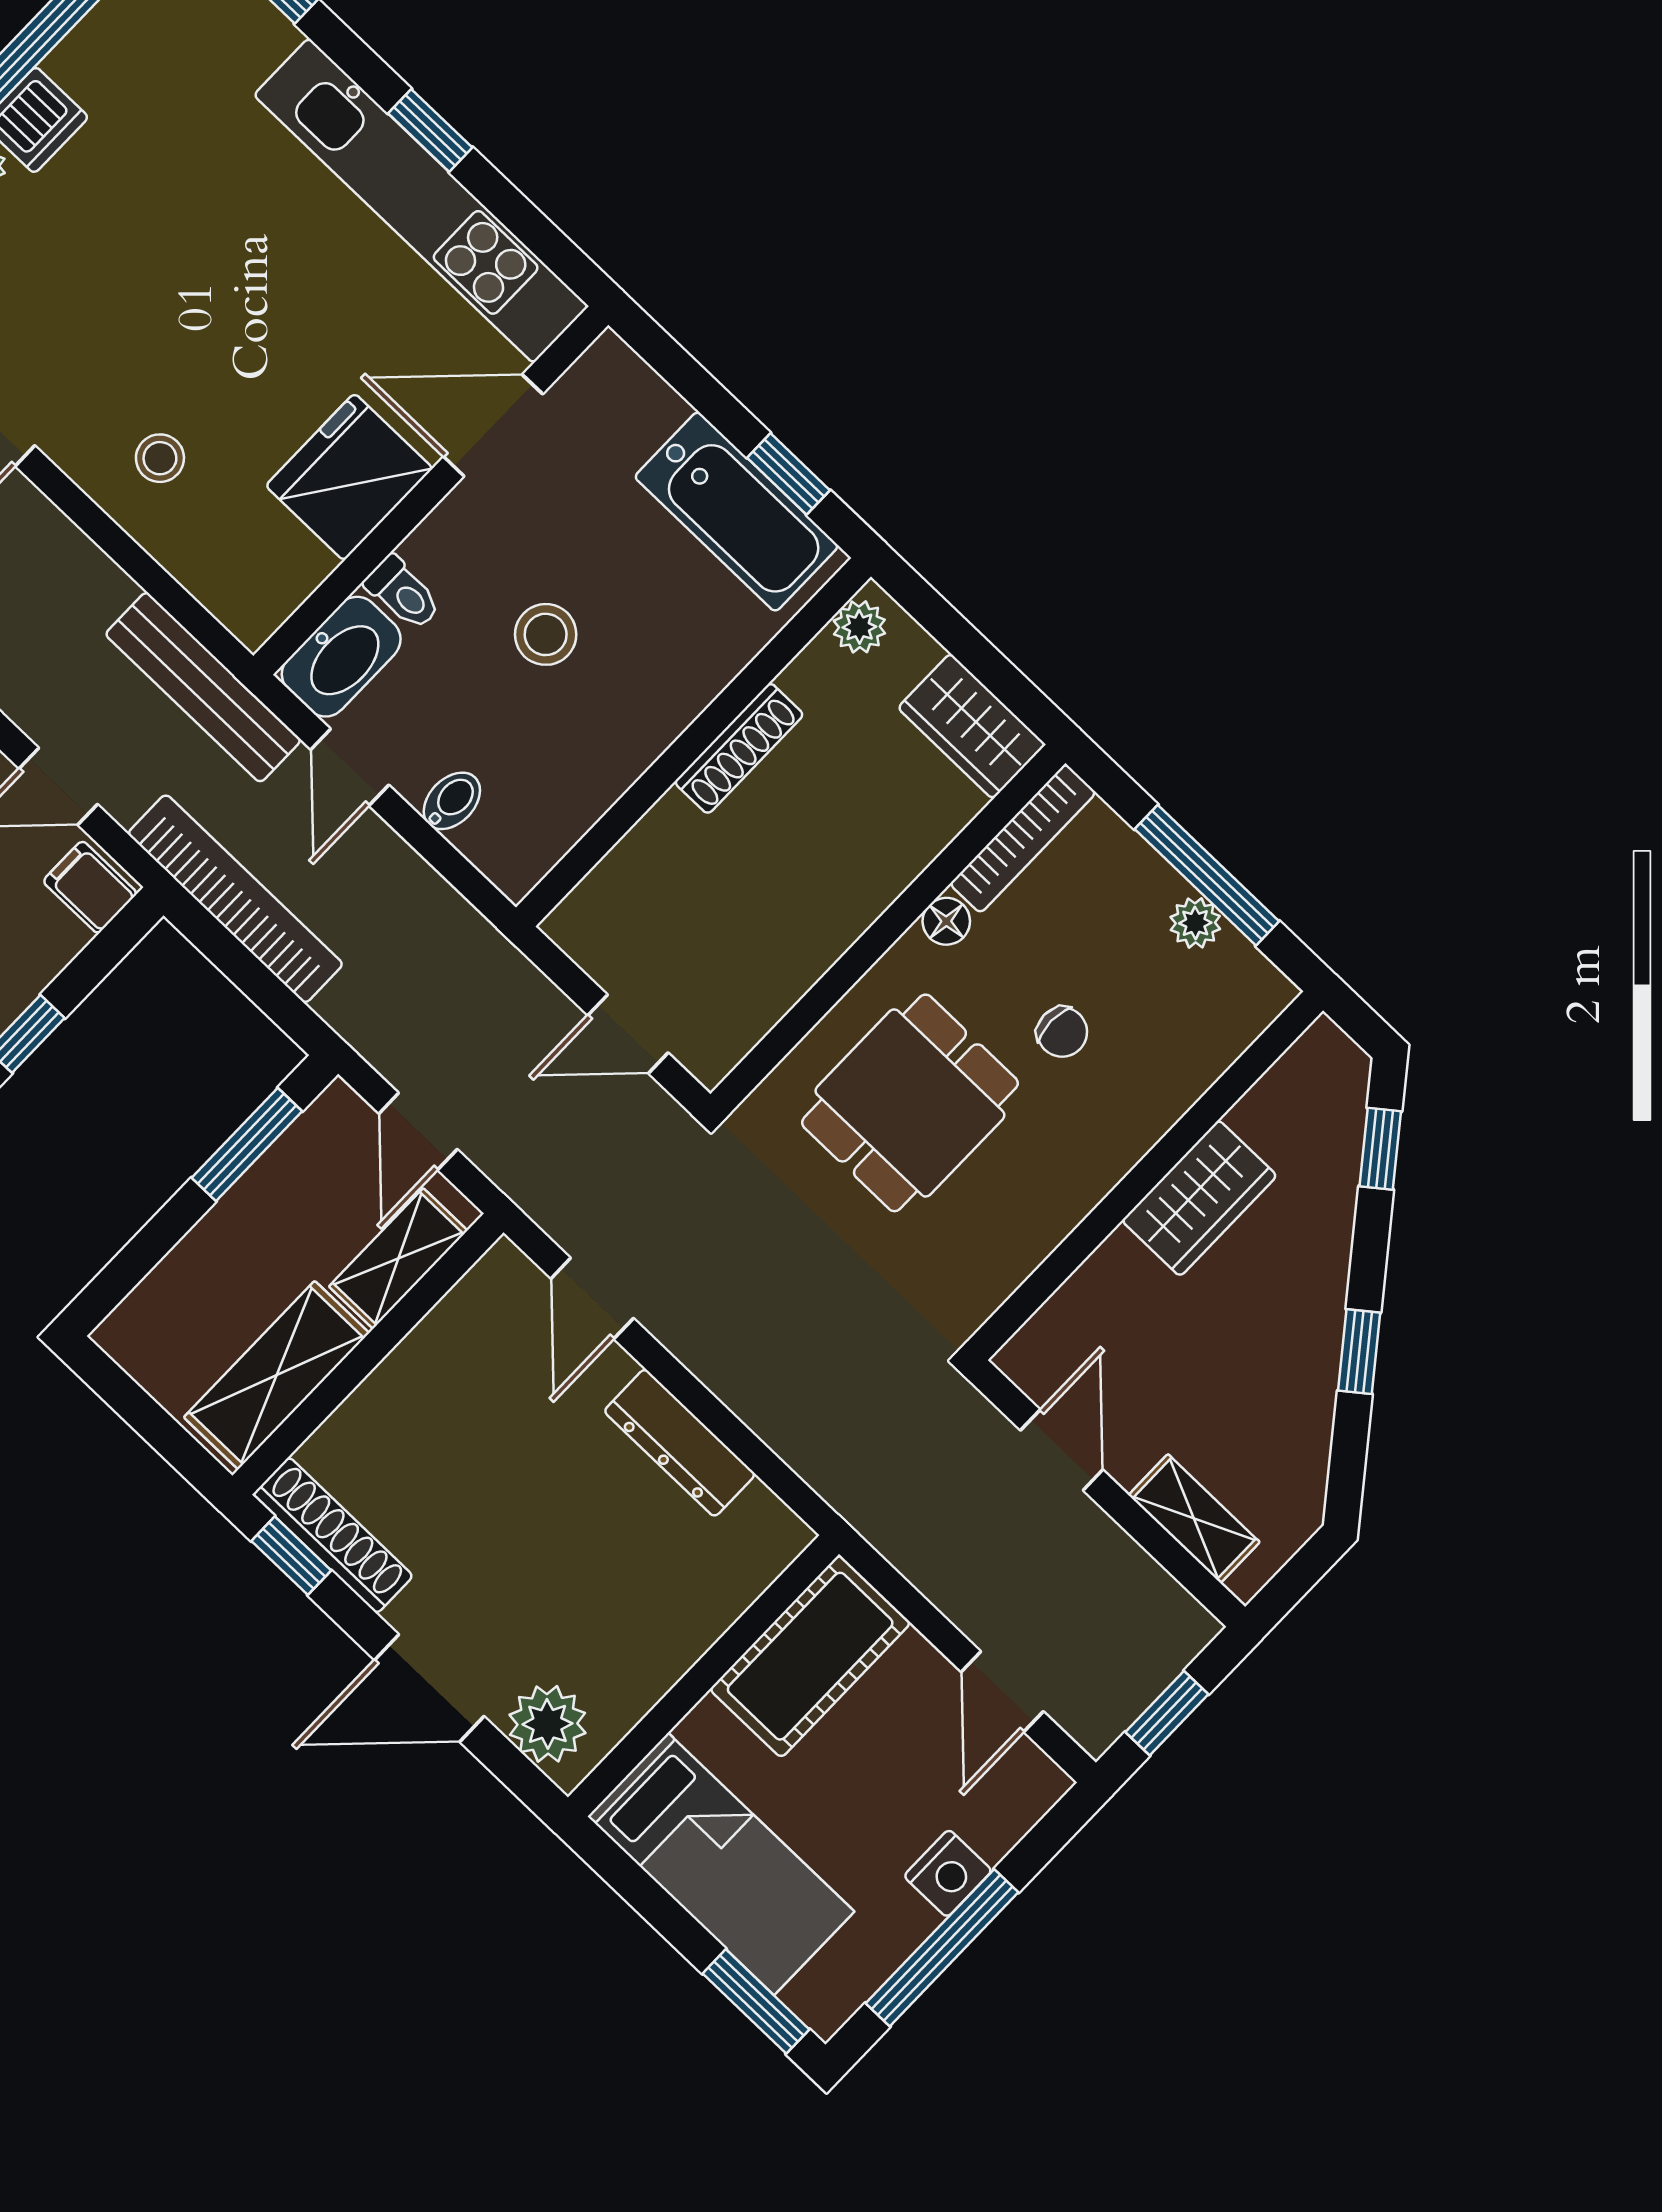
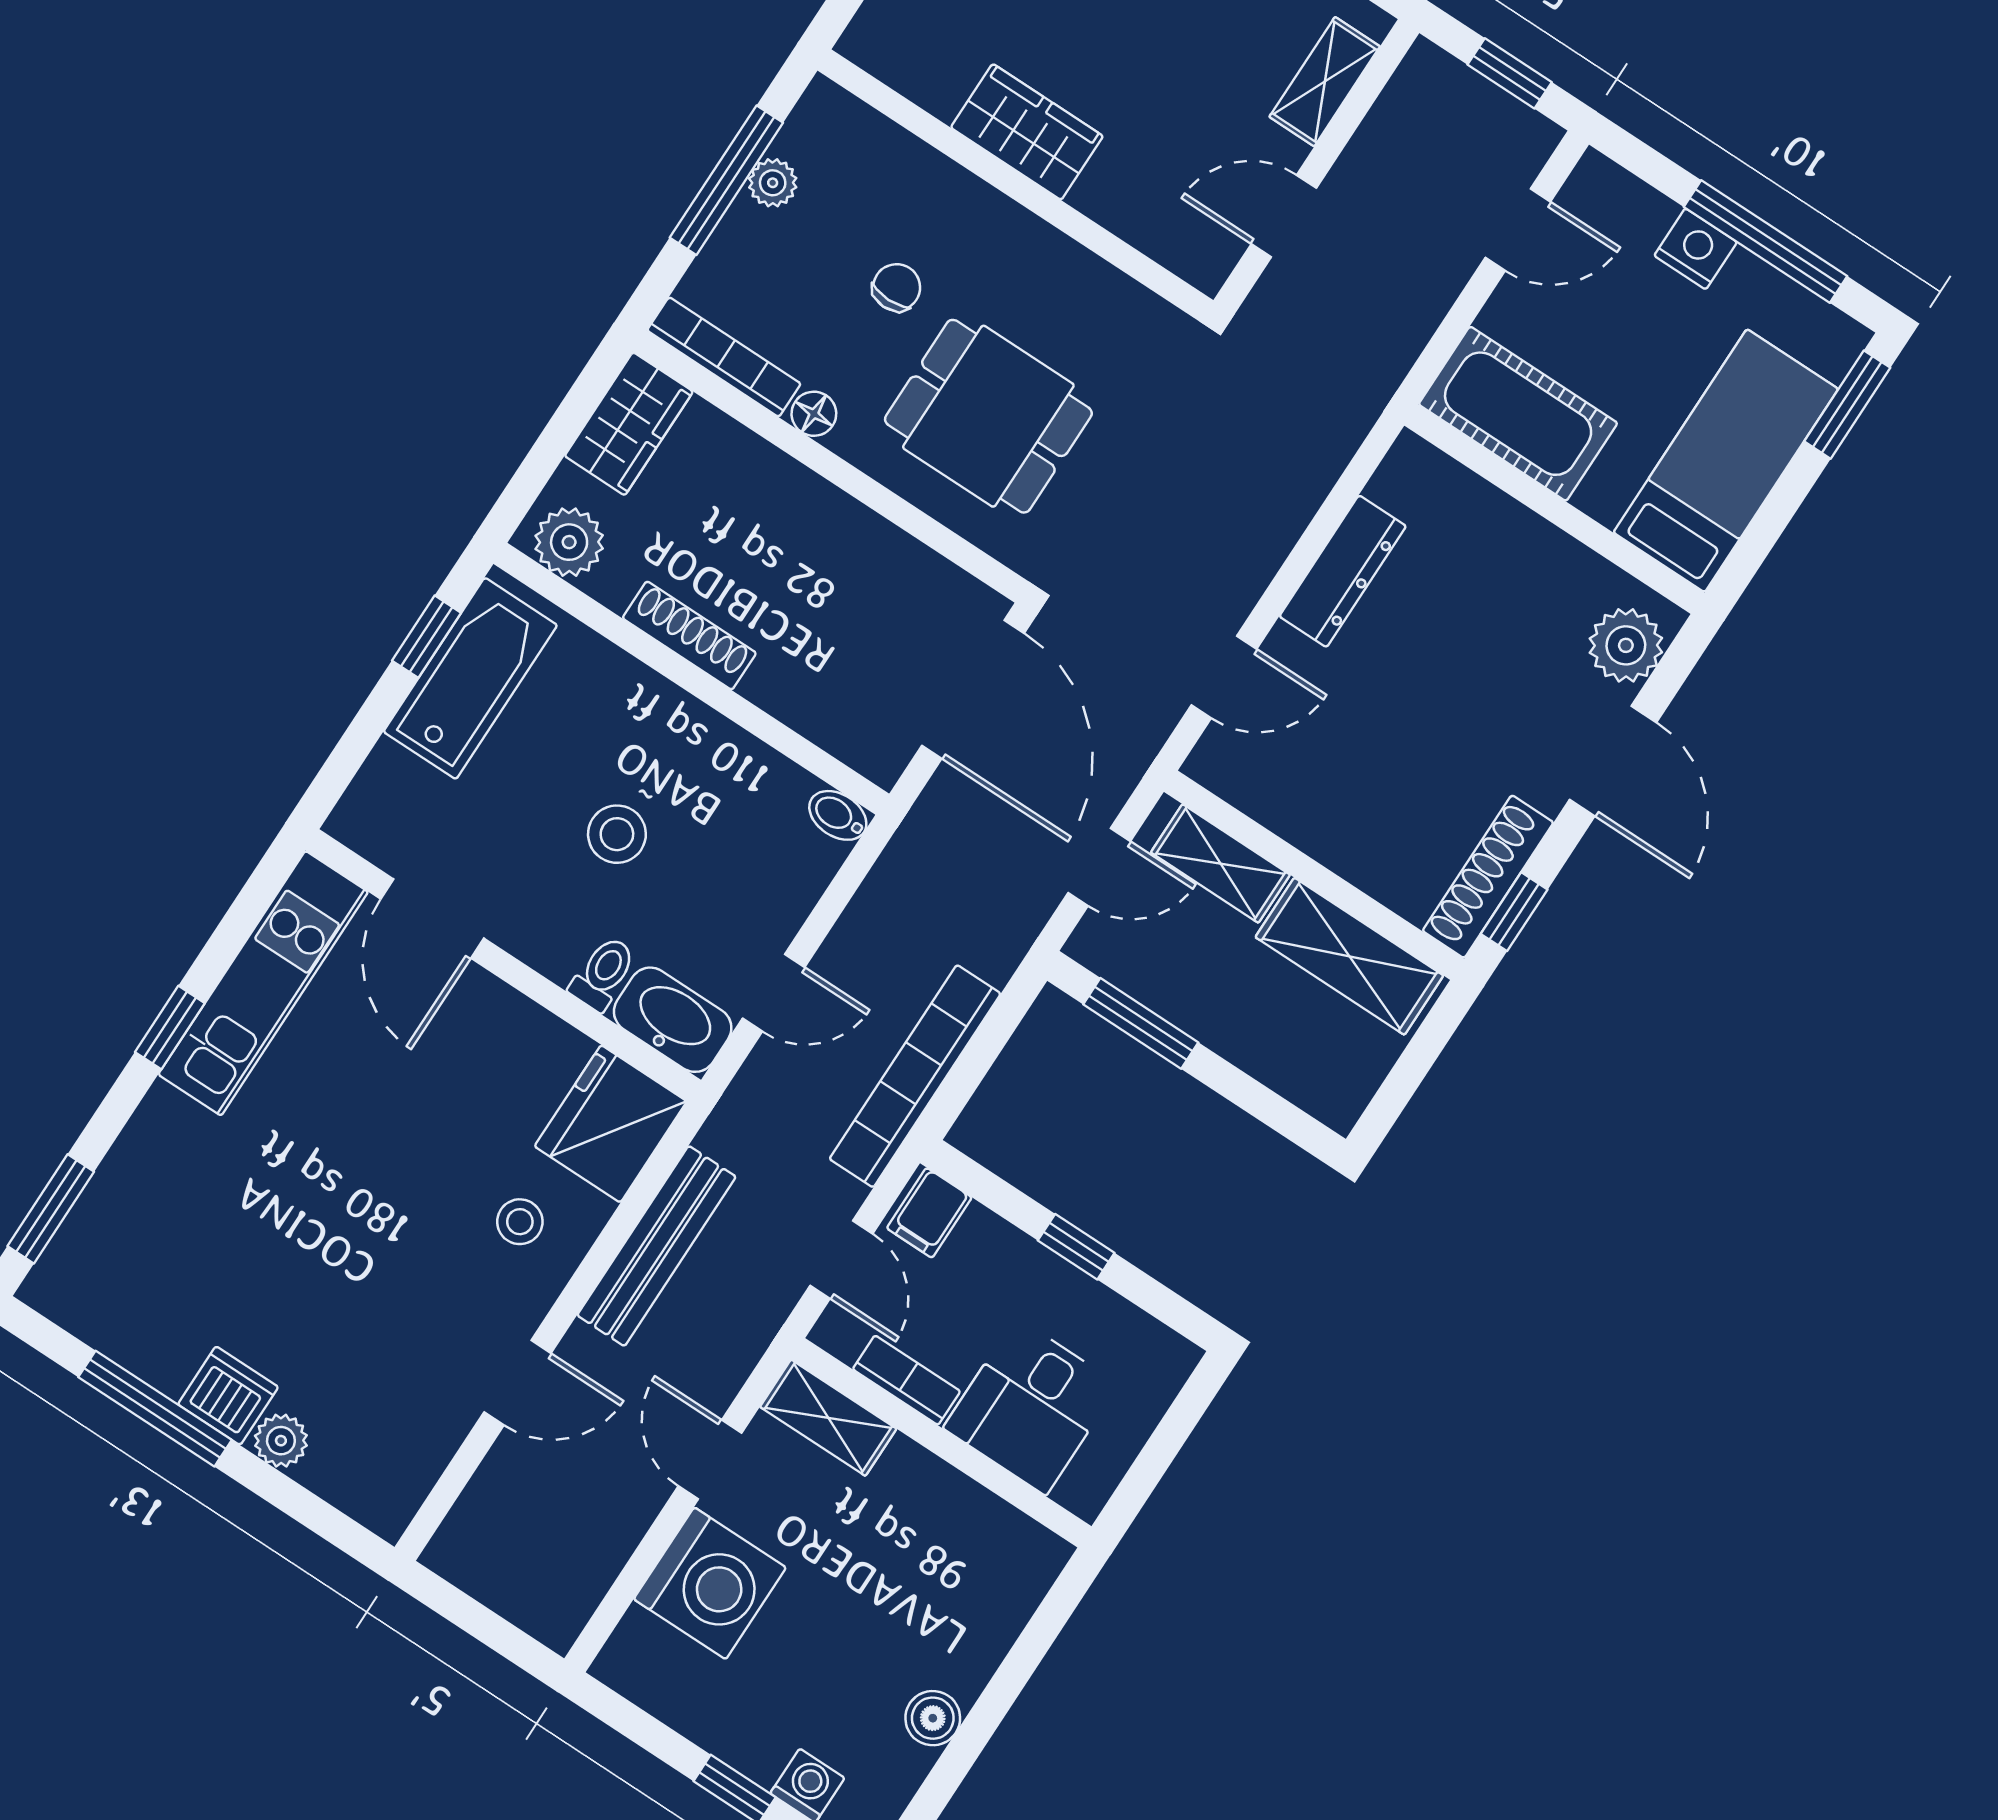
kitchen unit: (421, 201) -> (263, 983), width x0.73
fridge: (349, 477) -> (611, 1124), moved, turned 90
plant: (859, 627) -> (569, 542), width x1.38, depth x1.38
bench: (203, 687) -> (657, 1246), moved
bidet: (452, 801) -> (838, 815), moved
door: (628, 1034) -> (973, 689), width x1.88

